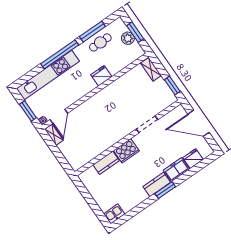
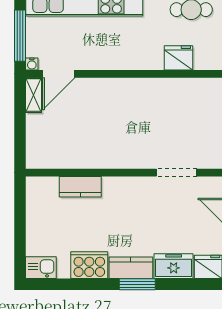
fridge: (101, 76) -> (179, 58), moved
window: (28, 111) -> (20, 36), width x1.44
cooker: (126, 151) -> (89, 265), moved, turned 180

